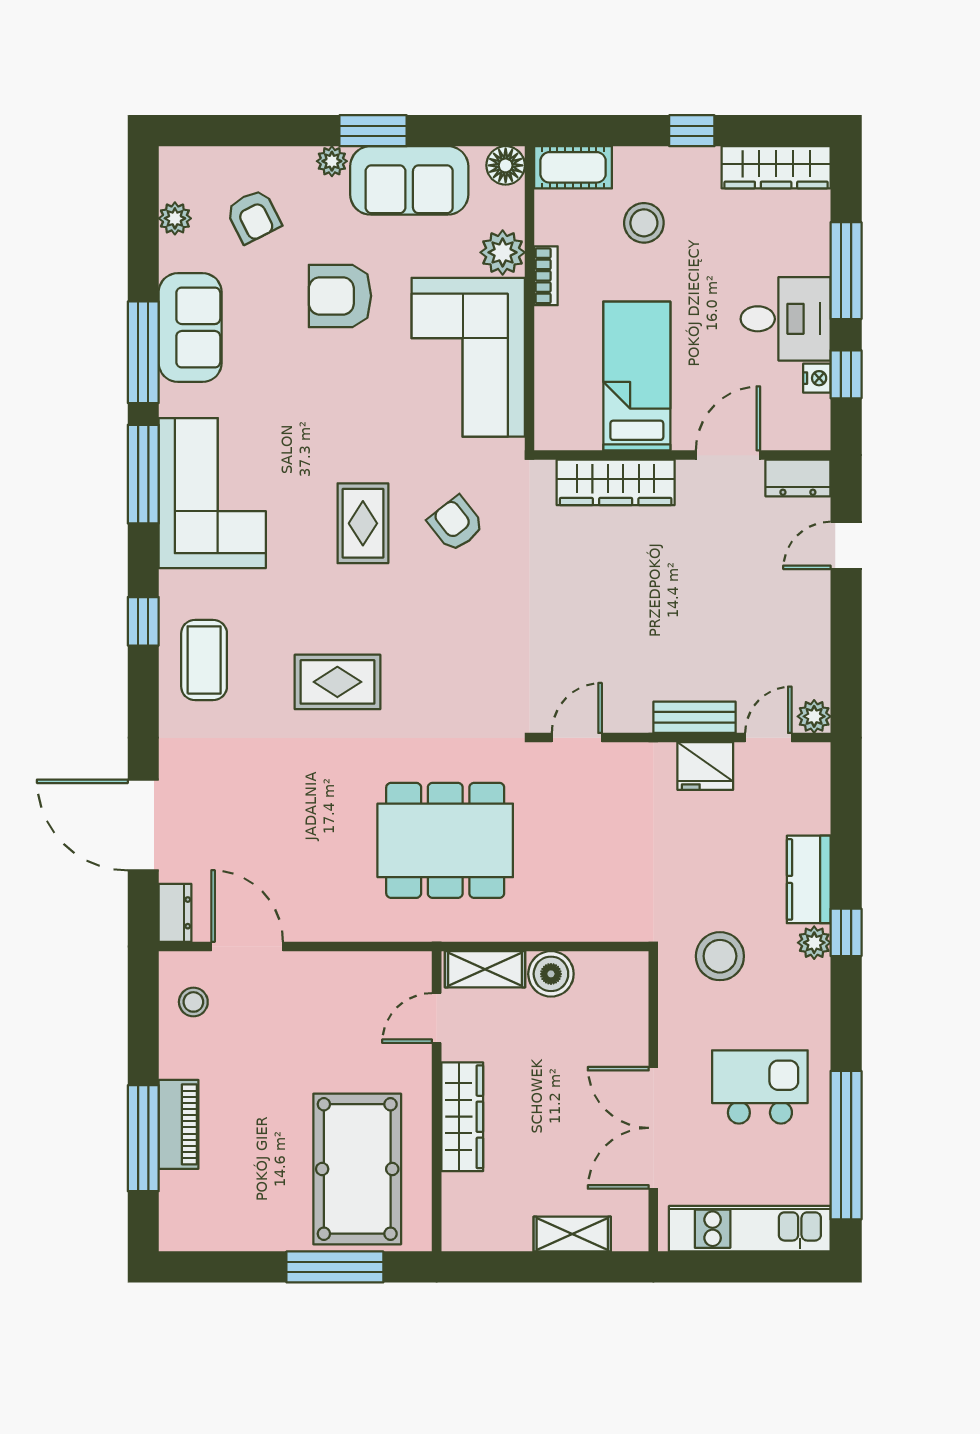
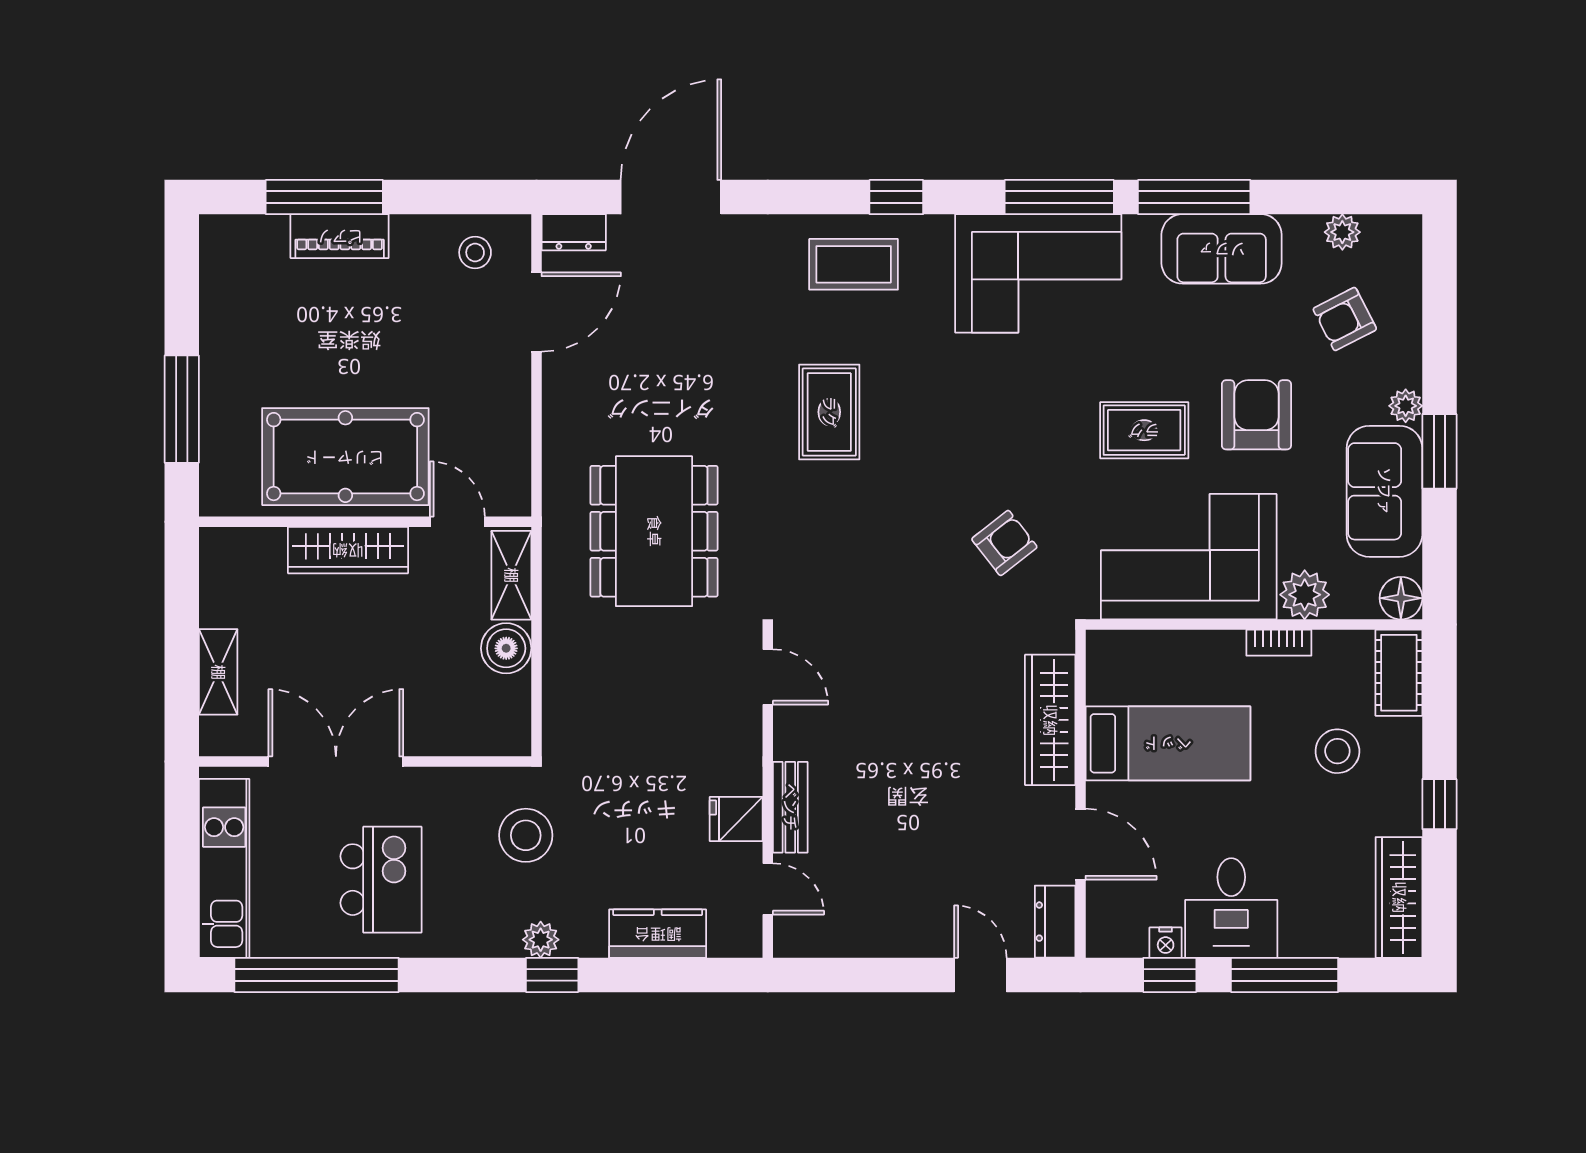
rug: (363, 523) -> (1144, 430), moved
plant: (814, 716) -> (791, 940), removed
fridge: (705, 766) -> (736, 819), width x0.72
kitchen counter: (809, 879) -> (658, 934), moved
pool table: (357, 1169) -> (345, 457), moved

